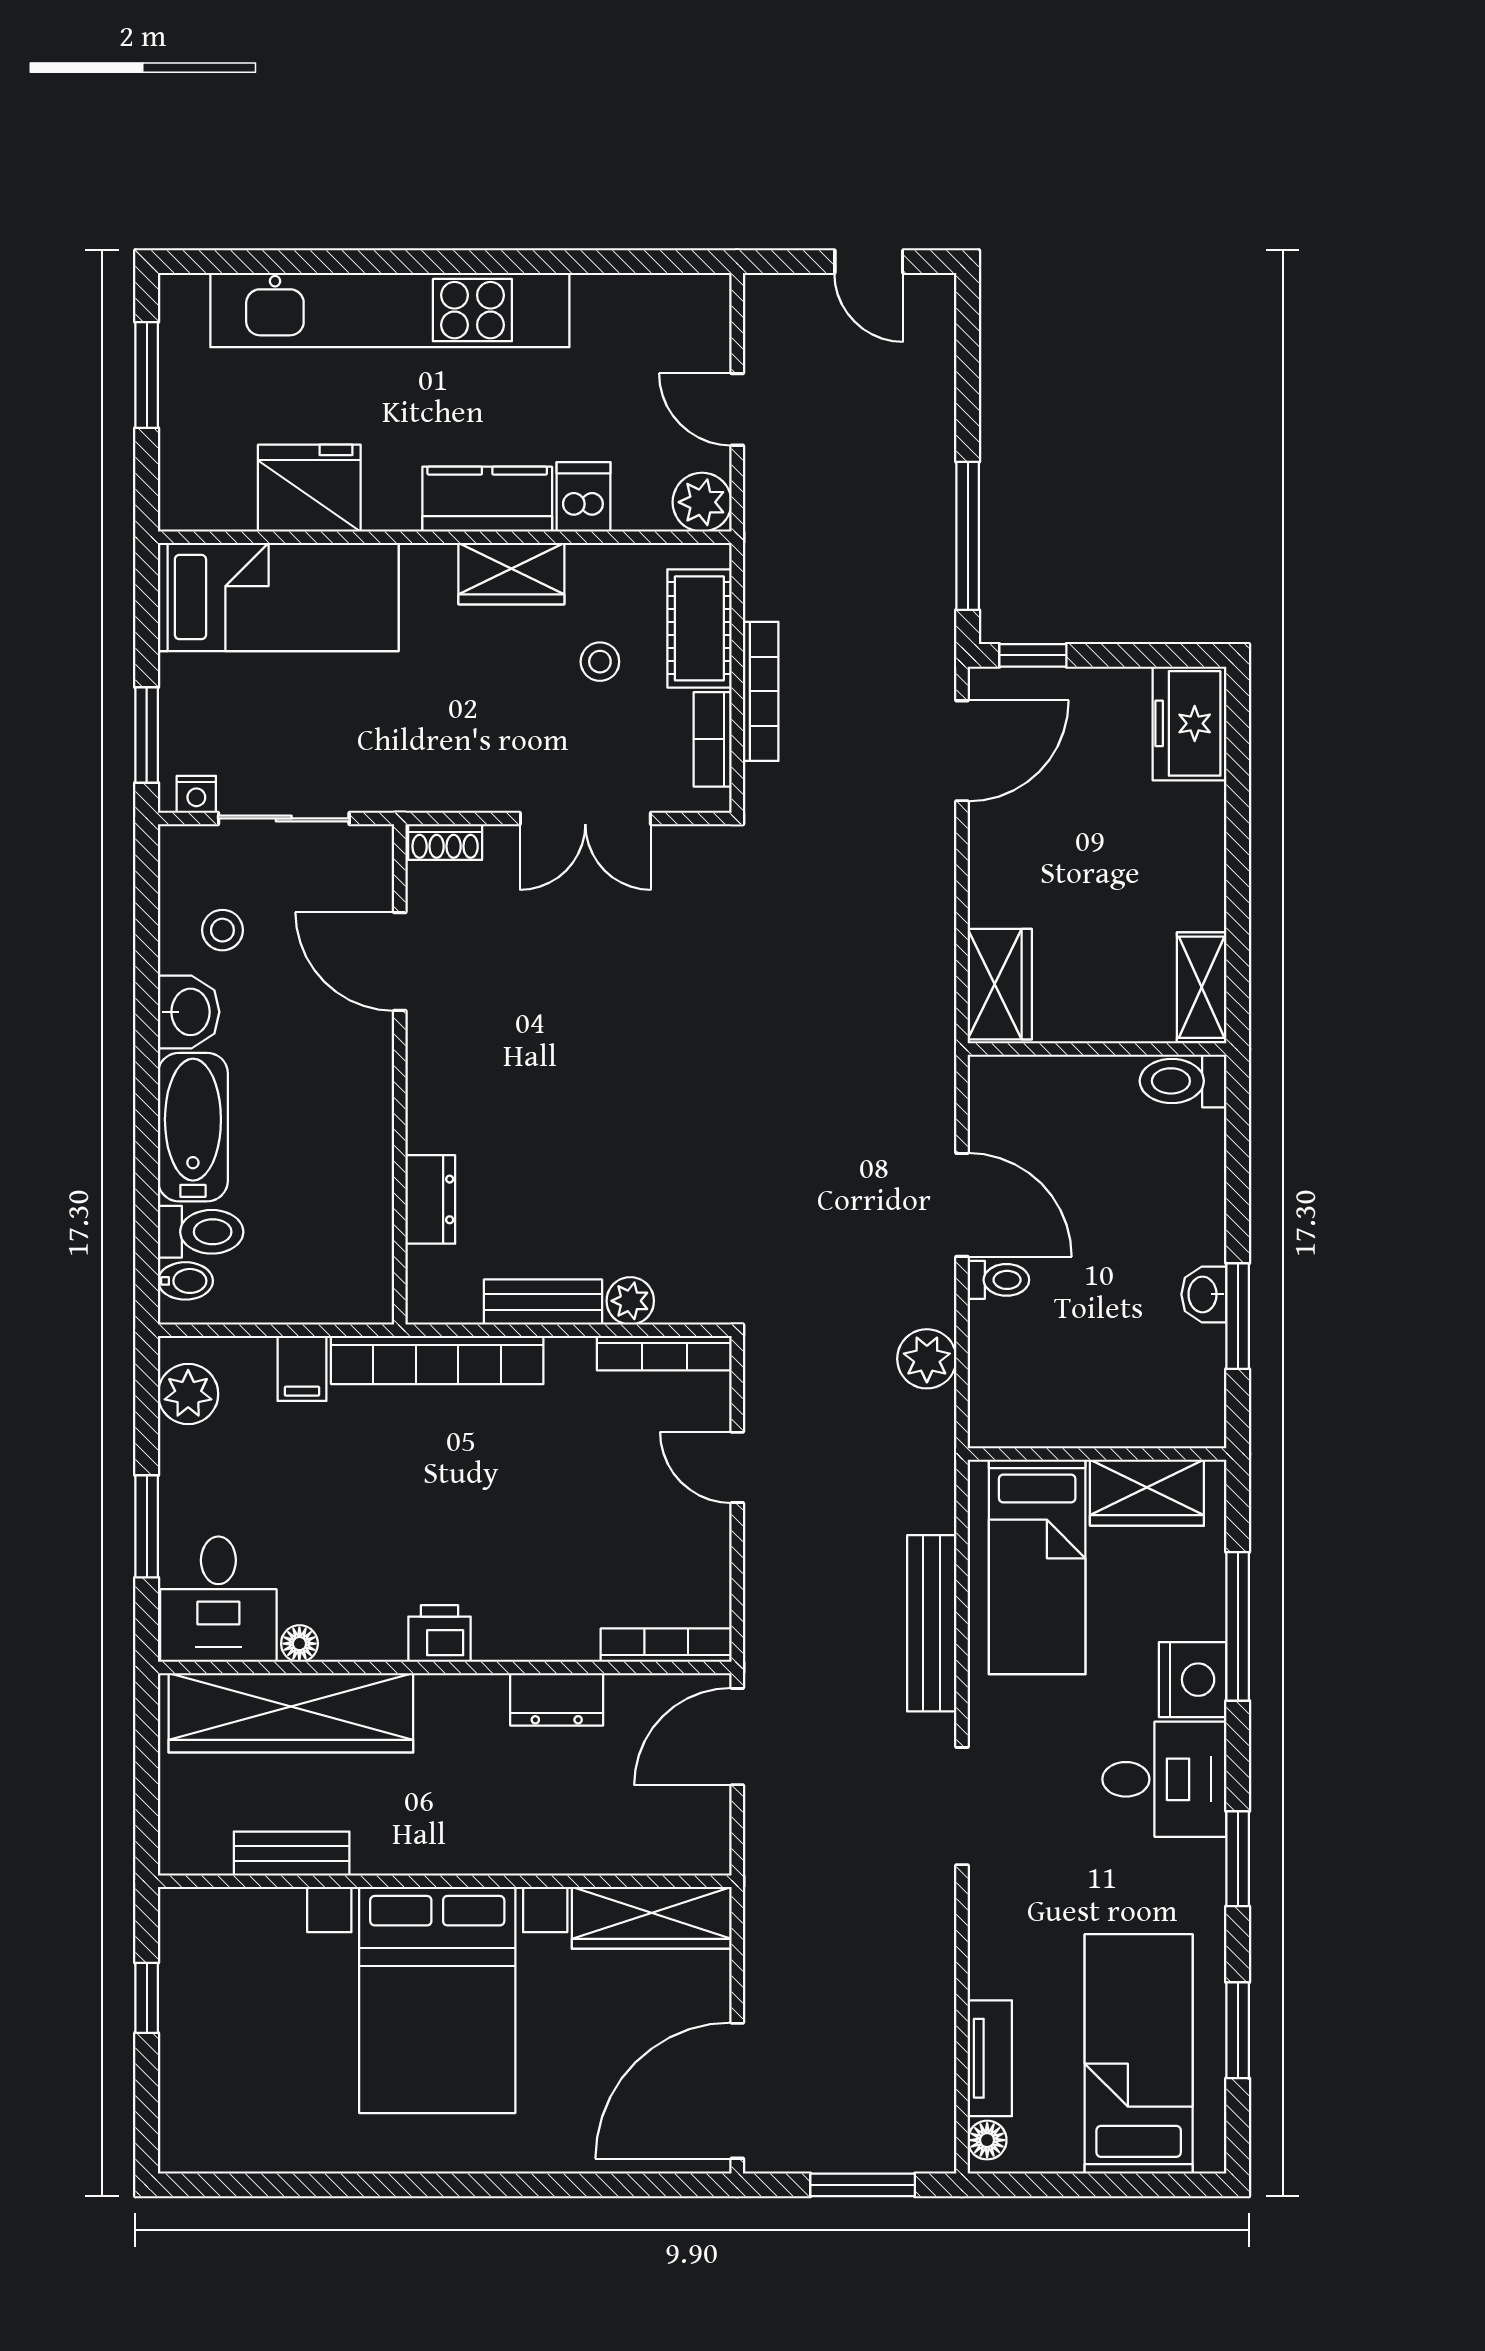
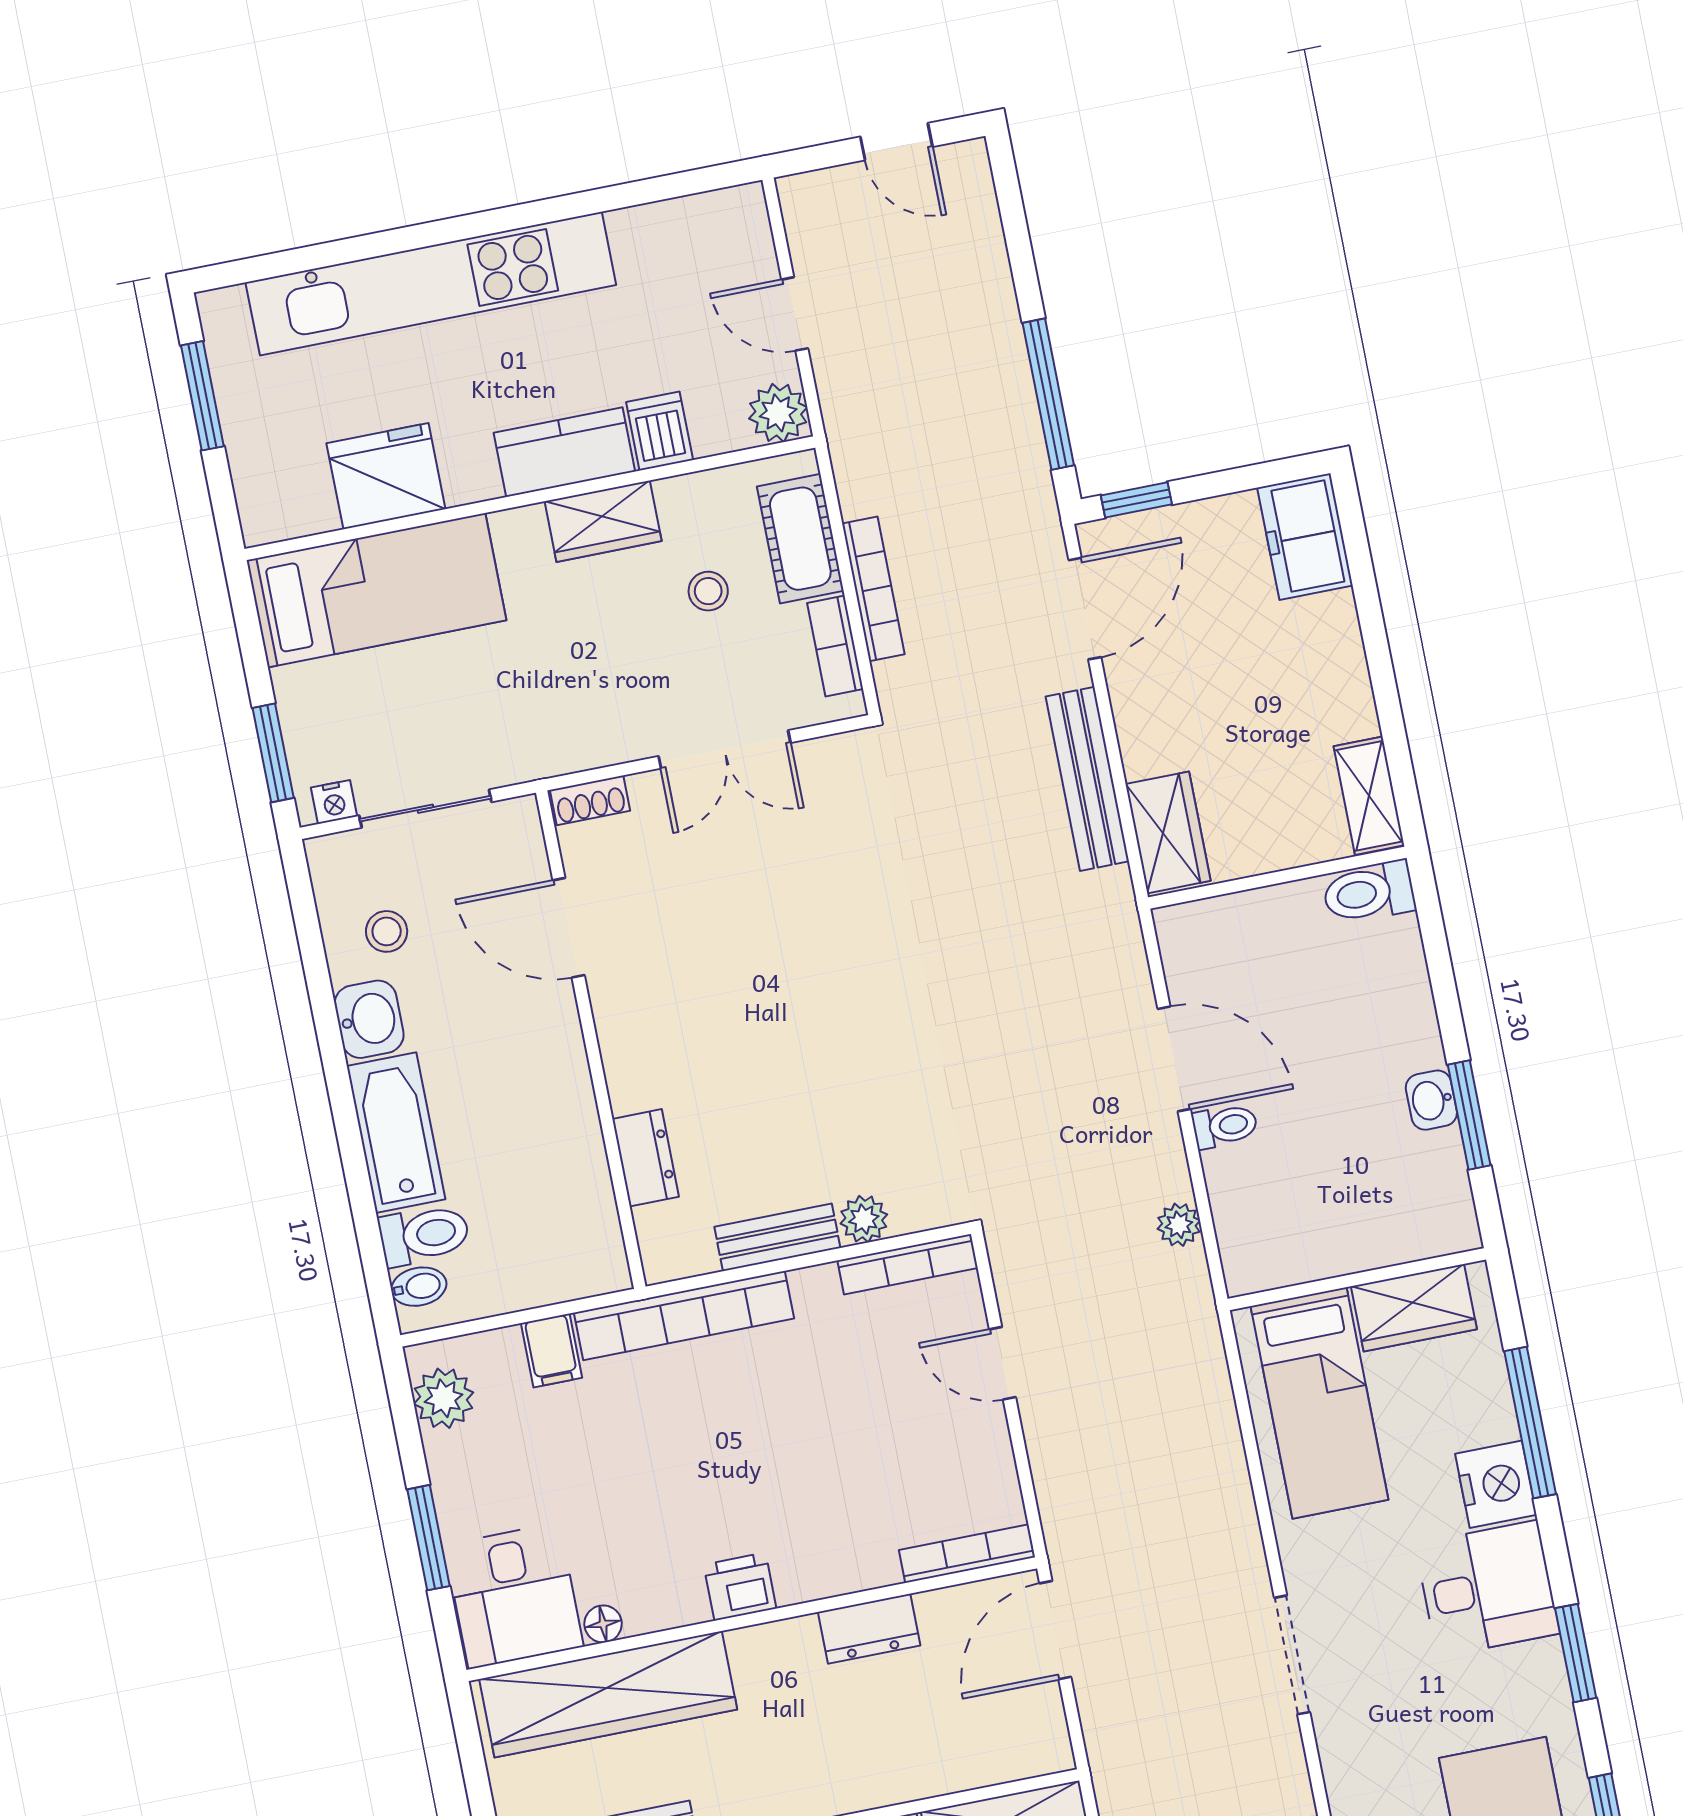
plant: (927, 1359) -> (1179, 1225), width x0.73, depth x0.73
bench: (932, 1623) -> (1087, 779), moved

